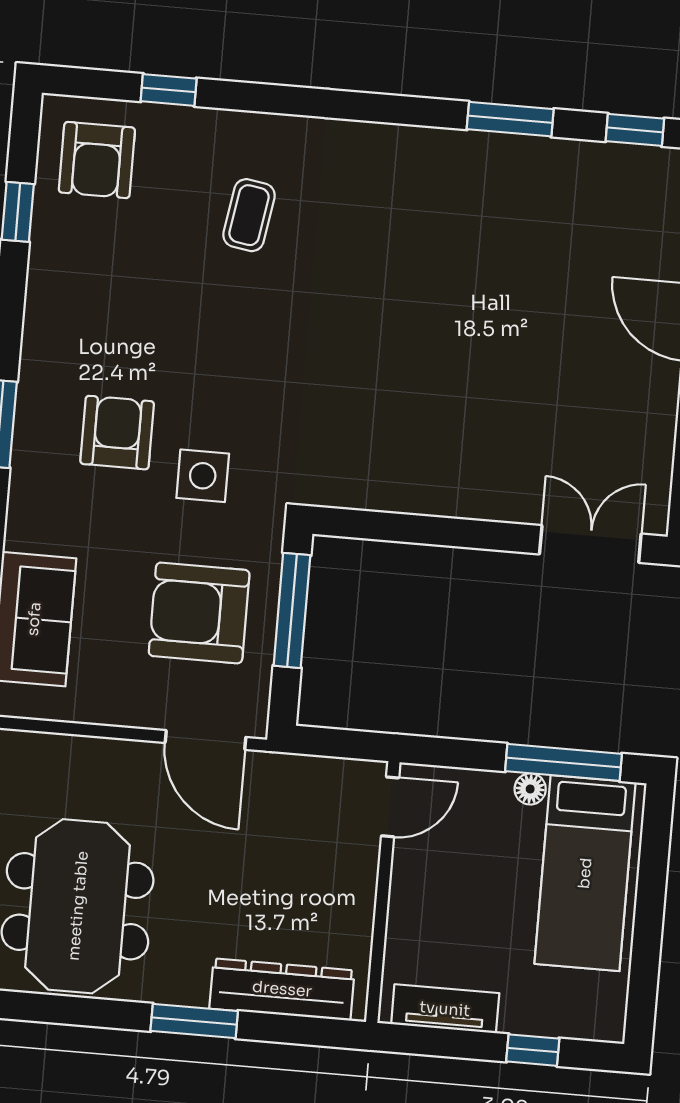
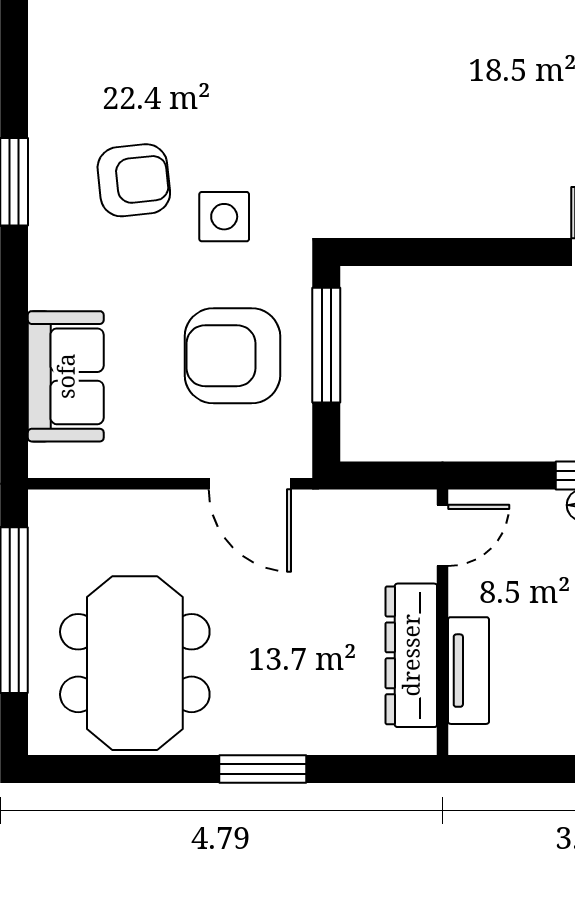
armchair: (117, 433) -> (134, 180), turned 84
dresser: (282, 989) -> (411, 655), moved, turned -90
tv unit: (445, 1009) -> (468, 671), moved, turned 90

